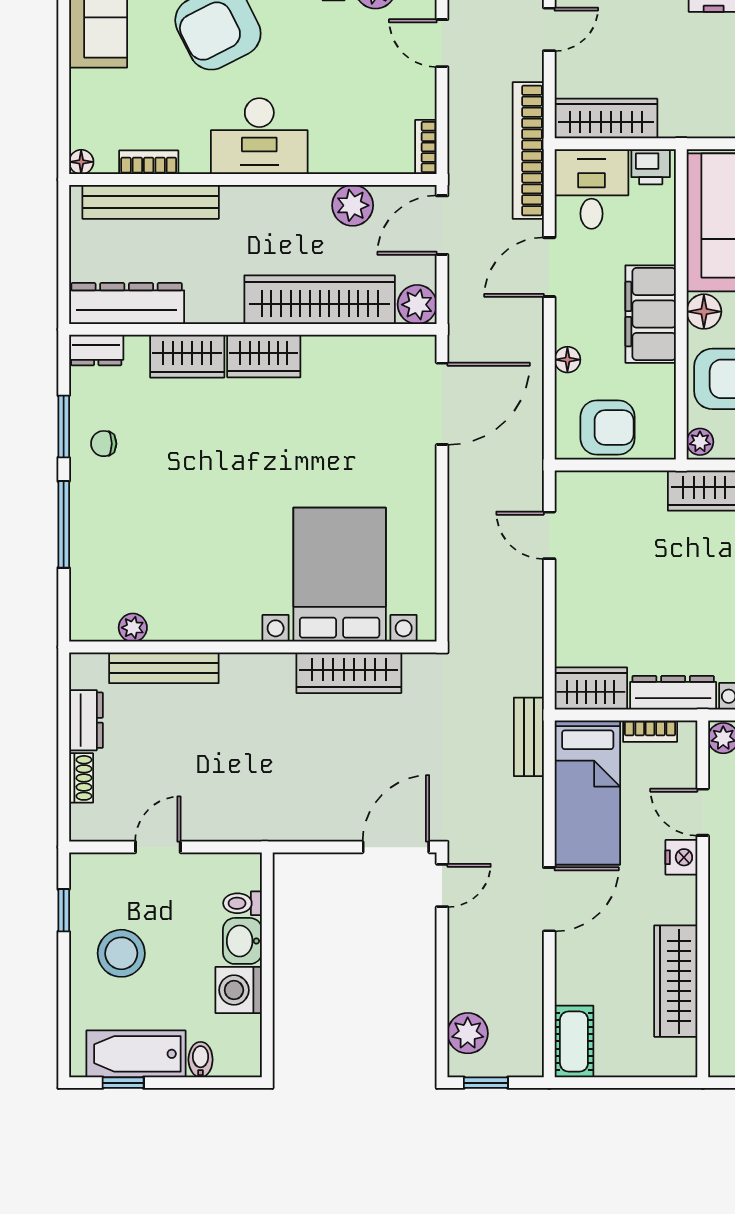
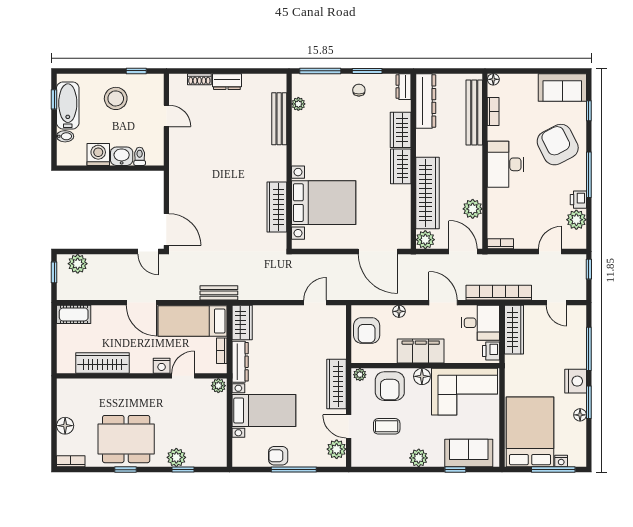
bed with nightstands: (340, 575) -> (324, 203), moved
plant: (133, 628) -> (298, 104), moved
wall: (253, 647) -> (289, 161), moved
bench: (164, 668) -> (279, 119), moved
wardrobe: (349, 673) -> (277, 207), moved

